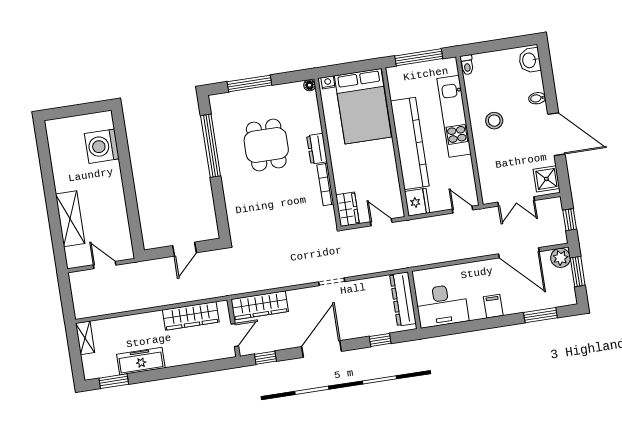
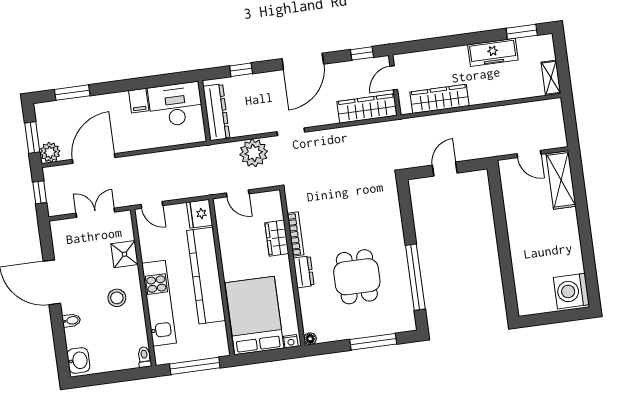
washing machine: (102, 146) -> (571, 291), moved, turned 180
shower: (546, 179) -> (124, 254), moved
wardrobe: (348, 209) -> (277, 238), moved
shelving: (70, 219) -> (561, 180), moved
door: (519, 253) -> (94, 159), hinge flipped
plant: (367, 261) -> (254, 153), added
filing cabinet: (493, 306) -> (139, 101), moved

